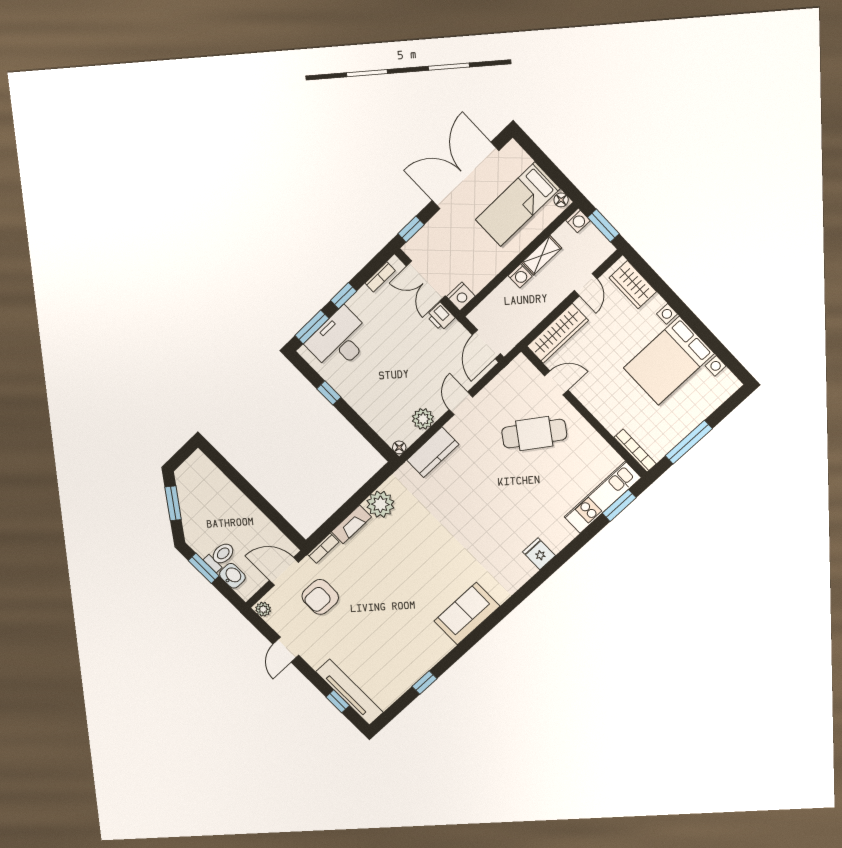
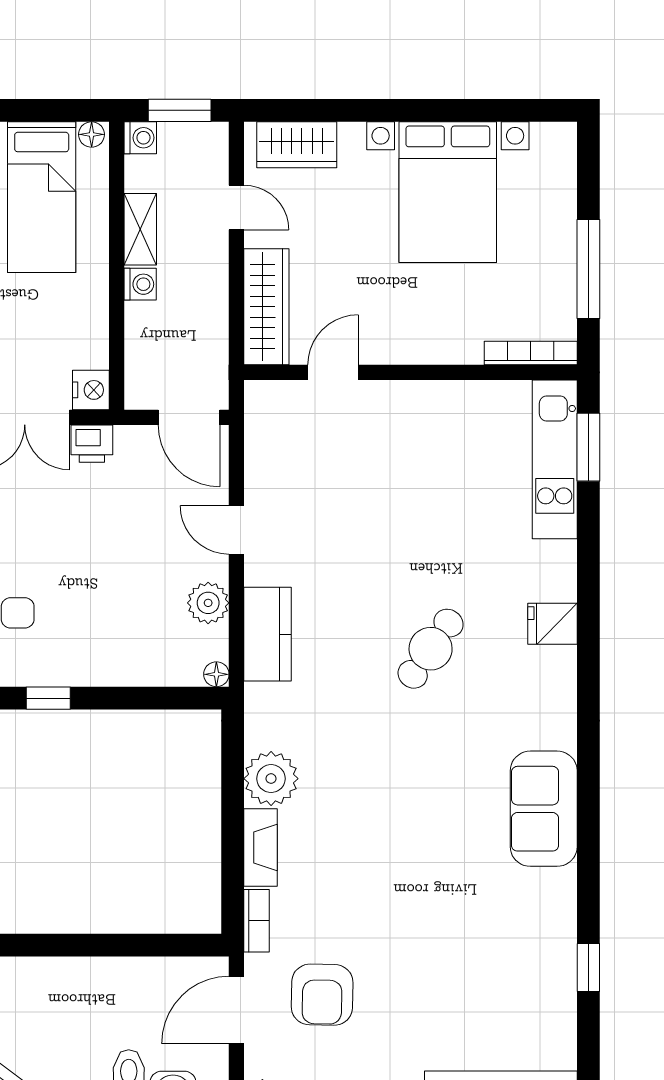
cafe table: (534, 434) -> (431, 649), moved, width x0.73, depth x0.74

